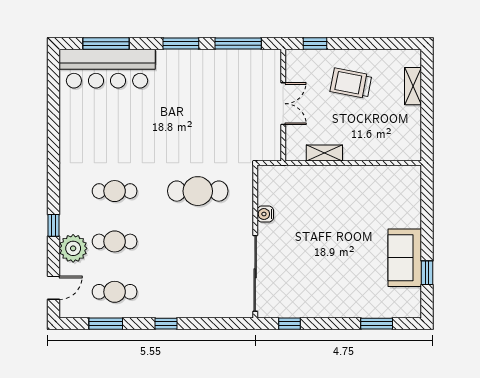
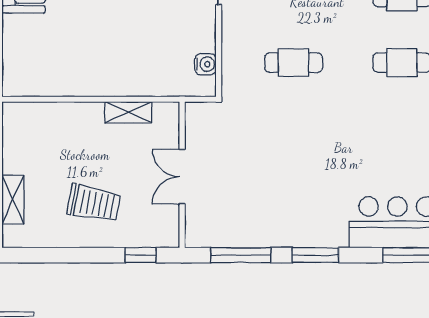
cafe table: (198, 191) -> (293, 63), width x0.73, depth x0.74
water cooler: (265, 214) -> (206, 64), moved

